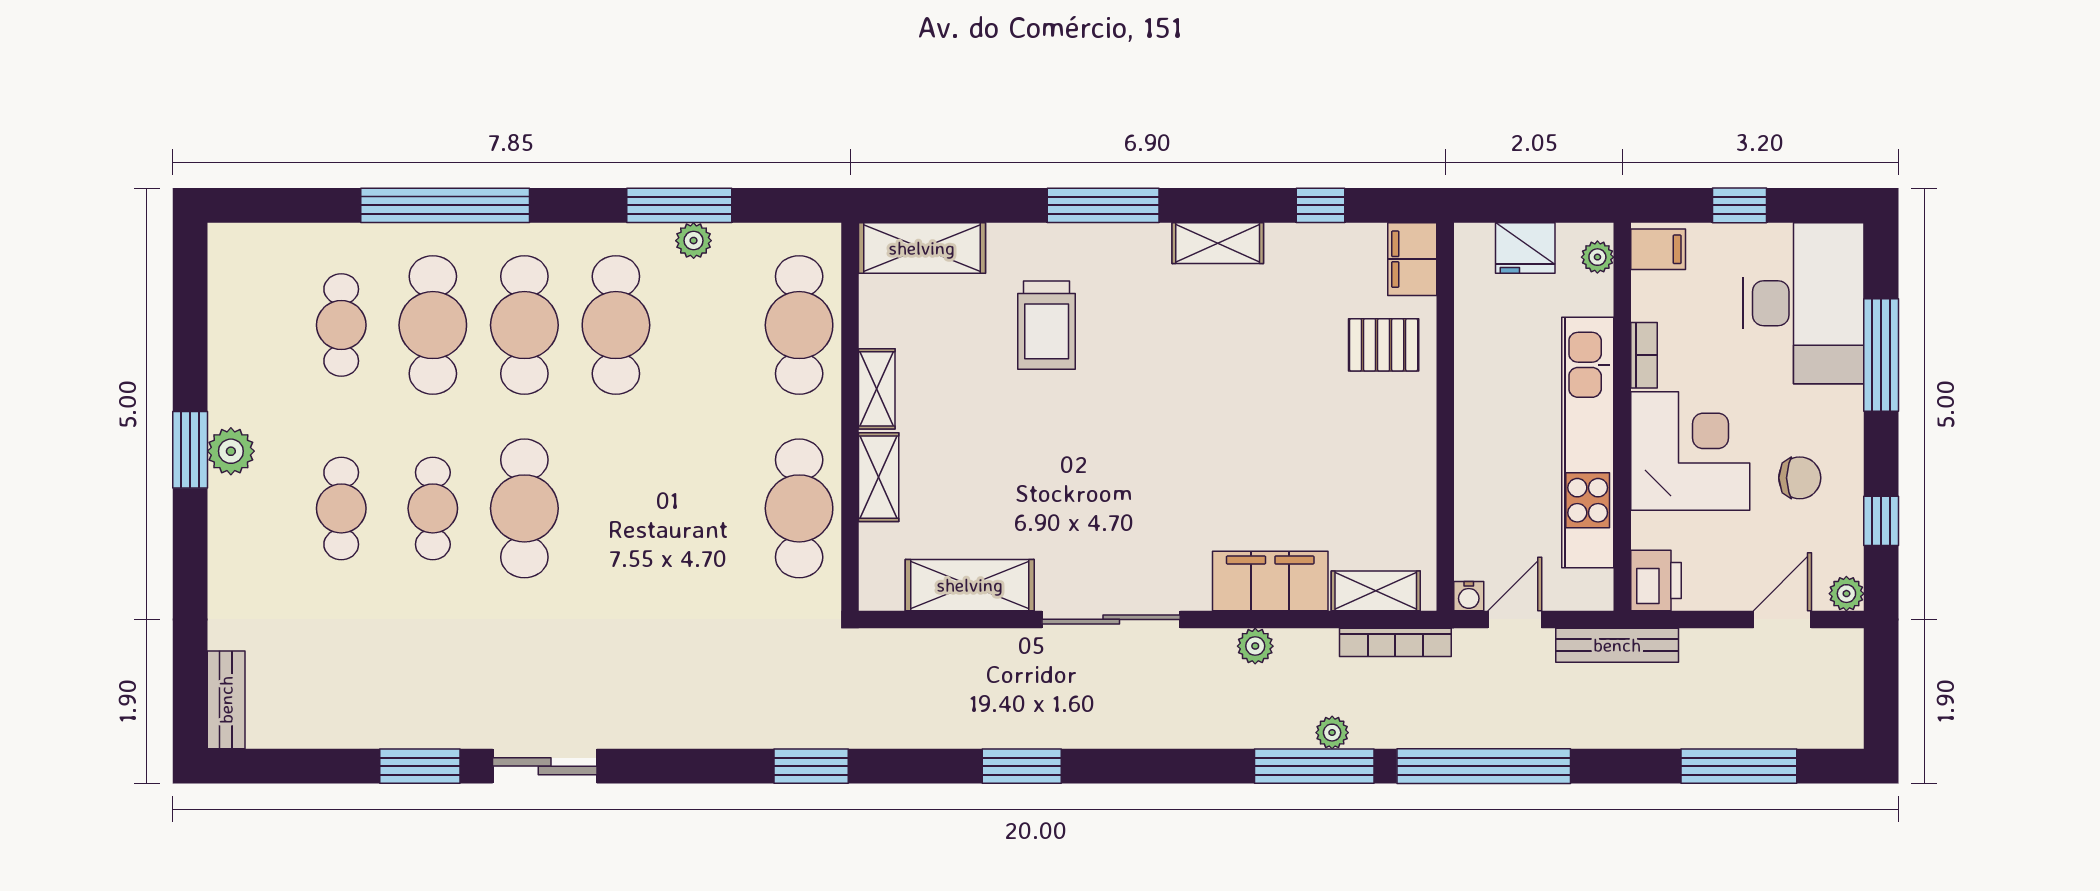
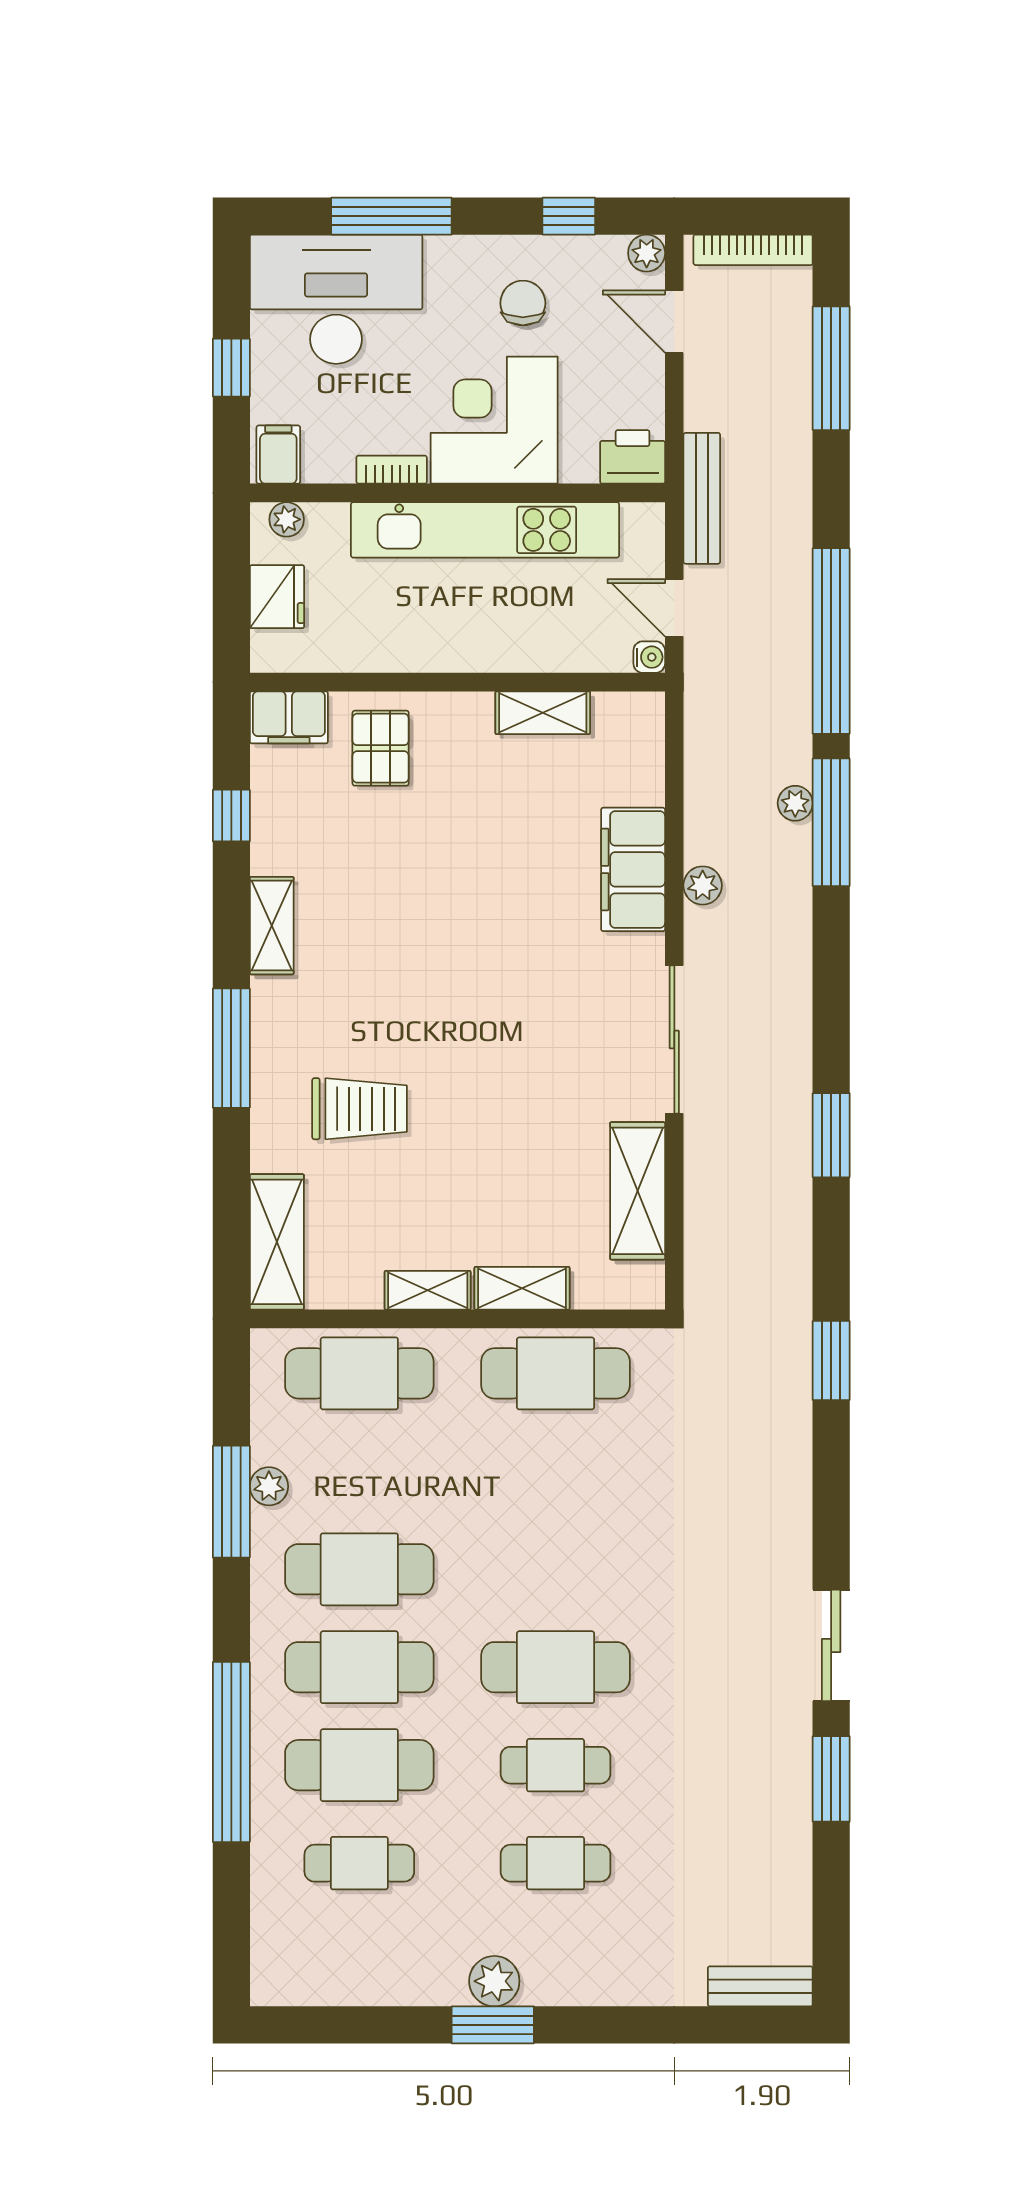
shelving: (1376, 591) -> (543, 713), moved, turned 90
bookcase: (1395, 642) -> (753, 250), moved, turned 90

